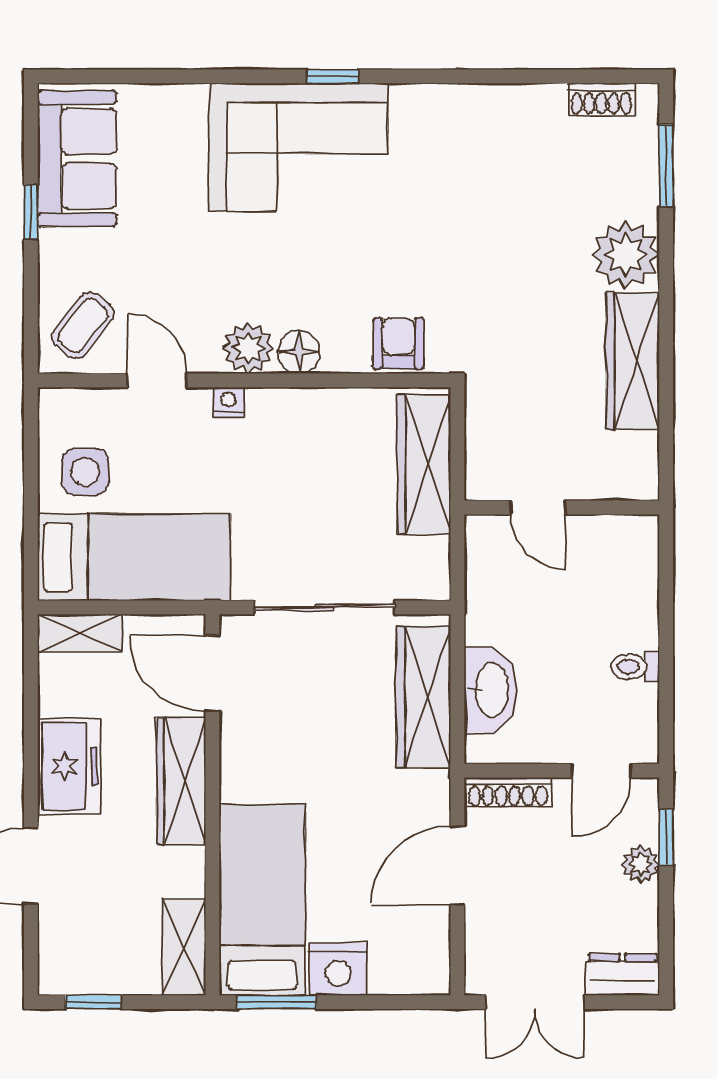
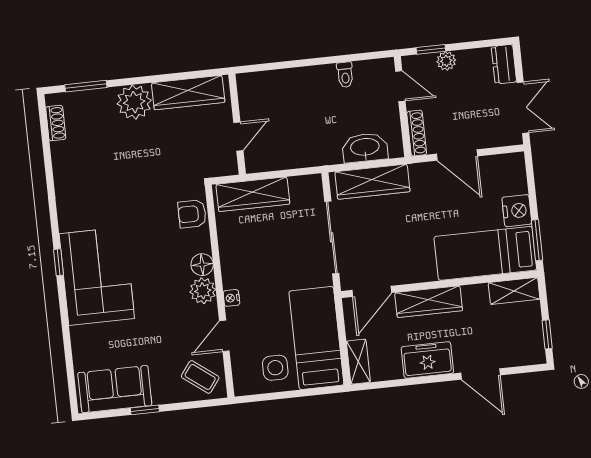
door: (538, 507) -> (238, 136), moved
wall: (562, 507) -> (237, 124), moved

